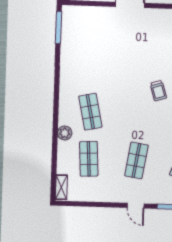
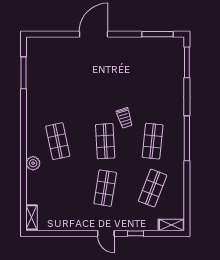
window: (58, 27) -> (24, 73), moved
shop shelf: (89, 159) -> (105, 141), moved

